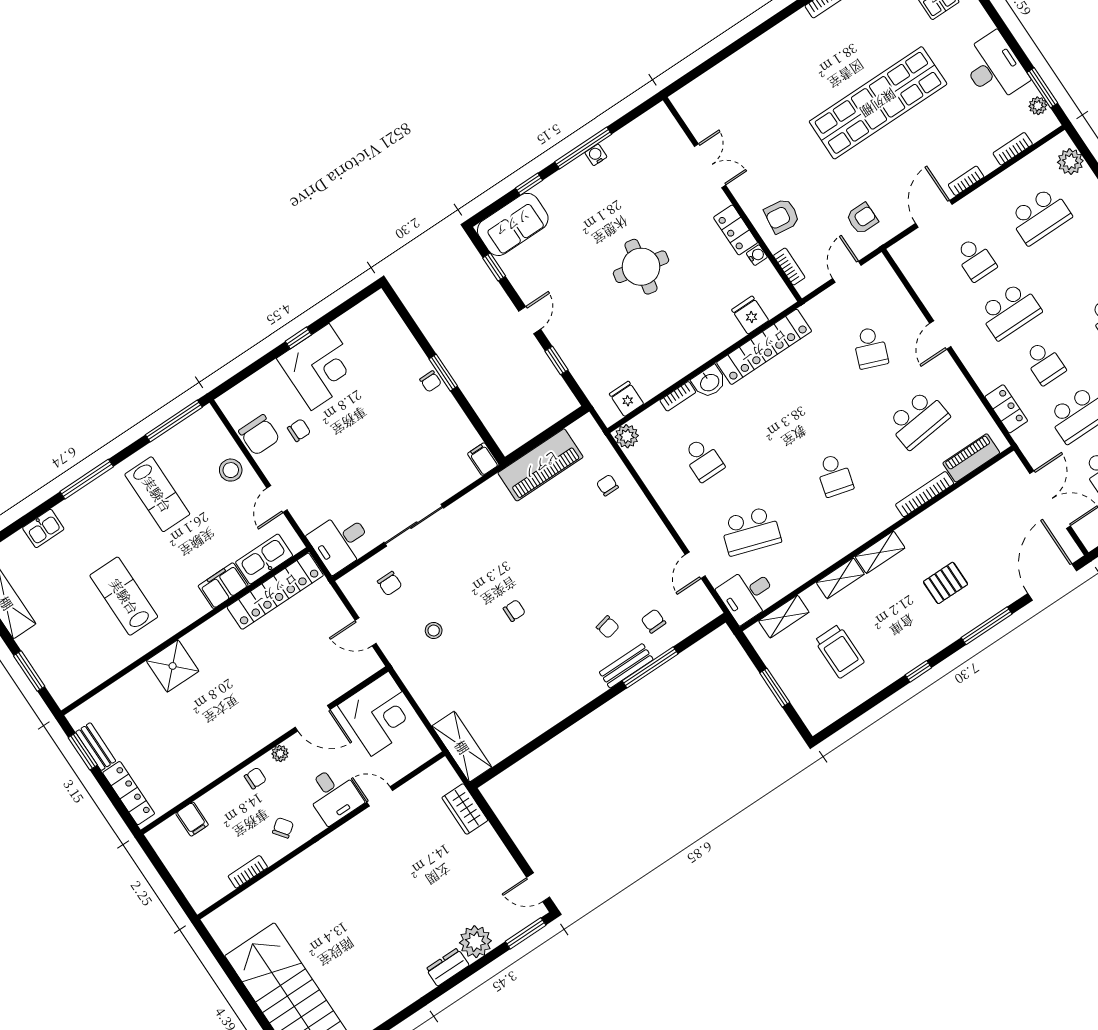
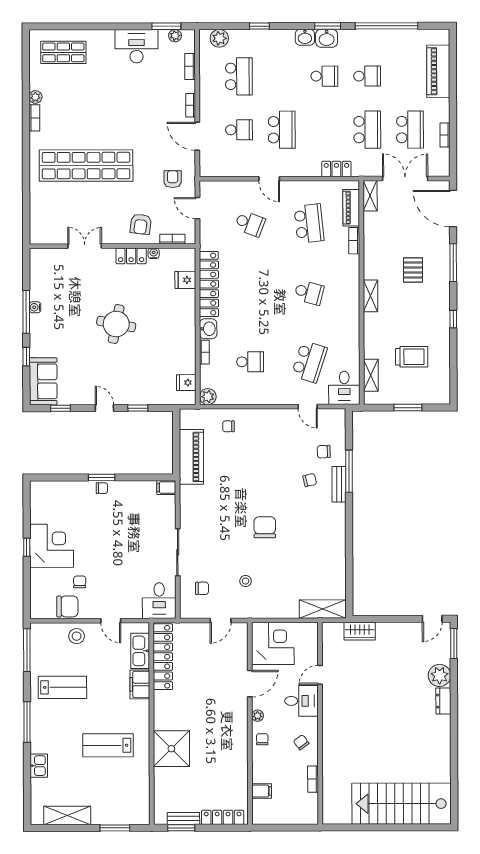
shop shelf: (878, 103) -> (86, 166), moved, turned 90
school desk: (1044, 363) -> (324, 130), removed
bookcase: (925, 494) -> (354, 241), width x0.64
shelving: (840, 578) -> (370, 196), moved
chair: (514, 611) -> (265, 527), width x1.87, depth x1.87
shower: (173, 666) -> (171, 749), width x1.37, depth x1.37

